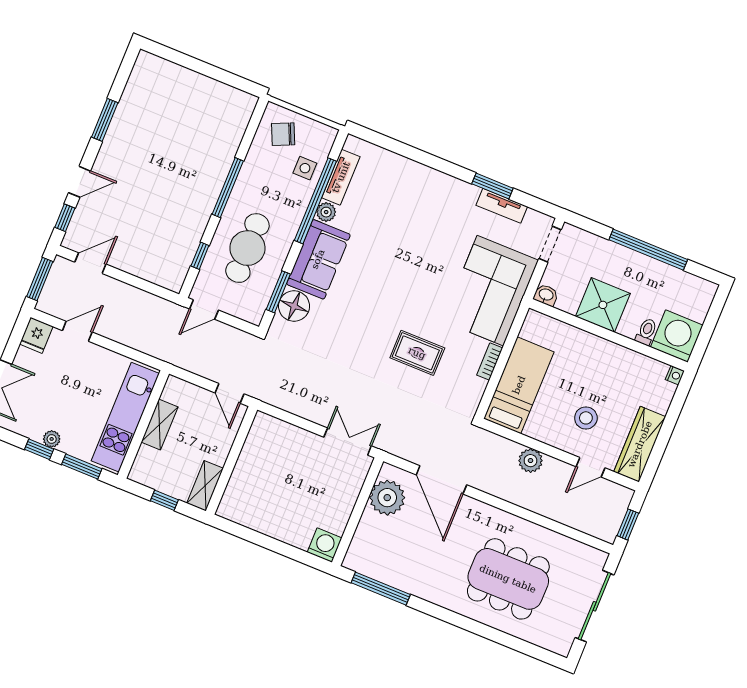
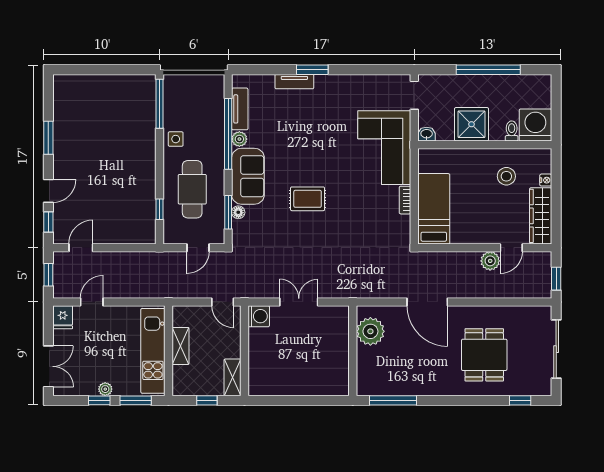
chair: (283, 134) -> (184, 95), removed
side table: (305, 168) -> (176, 139), moved
window: (492, 186) -> (312, 70), moved
window: (228, 188) -> (159, 104), moved
tv unit: (502, 206) -> (294, 82), moved
window: (40, 279) -> (48, 275), width x0.67
floor lamp: (294, 306) -> (238, 212), width x0.53, depth x0.53
door: (204, 309) -> (198, 248), moved
rug: (417, 353) -> (308, 199), moved
nightstand: (675, 375) -> (546, 180), moved
stool: (586, 418) -> (506, 176), moved
double door: (348, 442) -> (299, 302), moved
plant: (530, 461) -> (490, 261), moved
door: (441, 480) -> (427, 302), moved
washing machine: (325, 545) -> (259, 316), moved, turned 90
dining table: (508, 579) -> (484, 355), width x0.73
window: (528, 649) -> (520, 400), added

